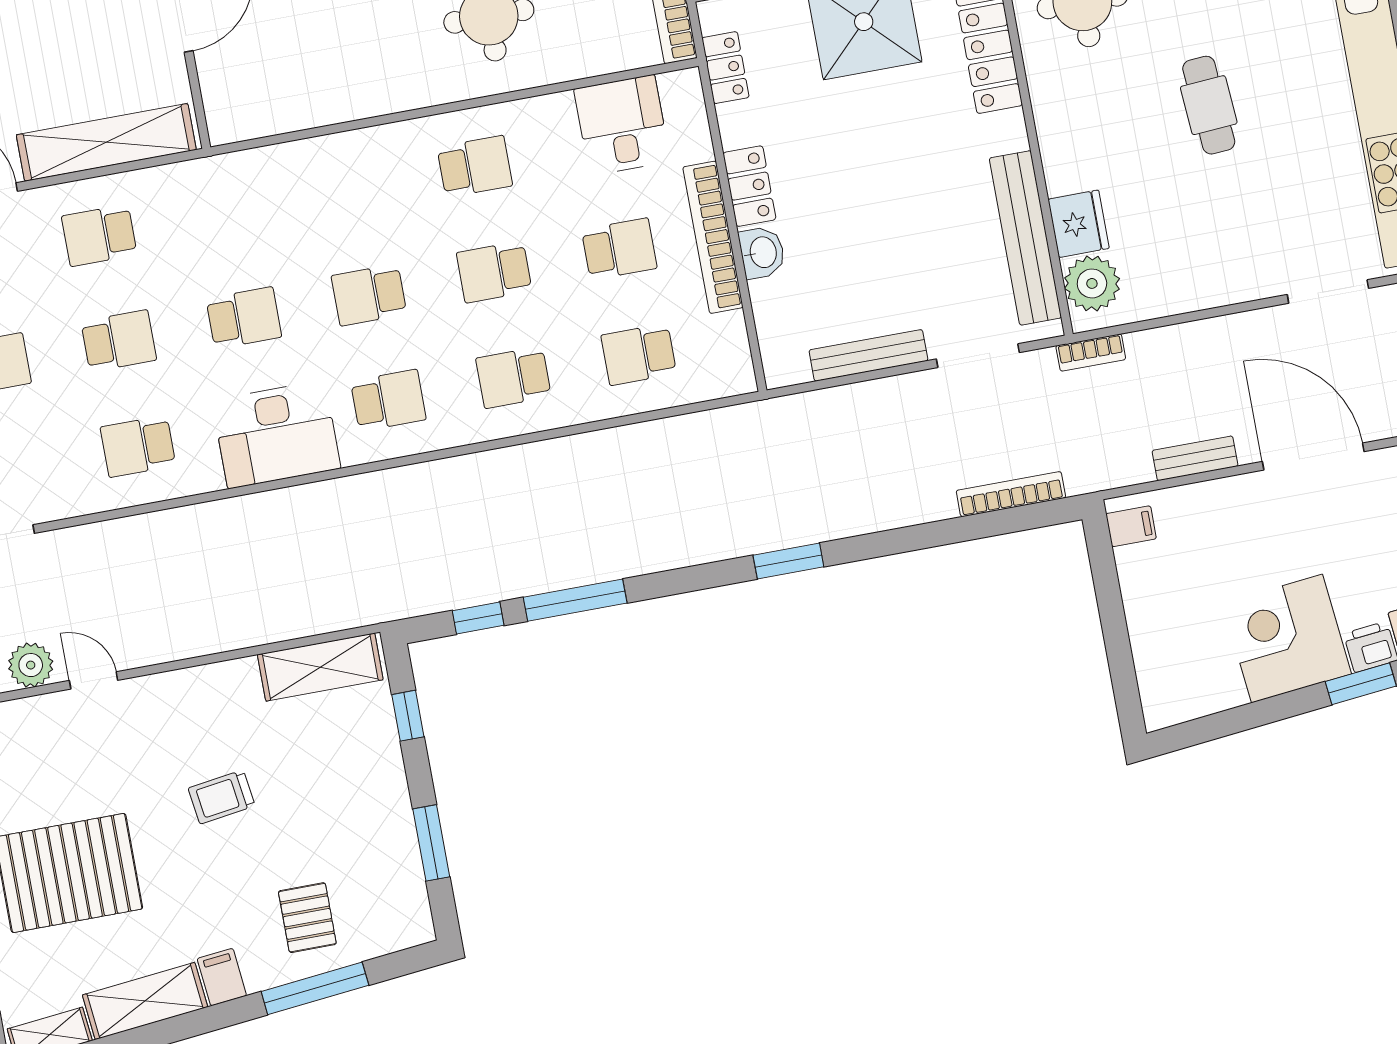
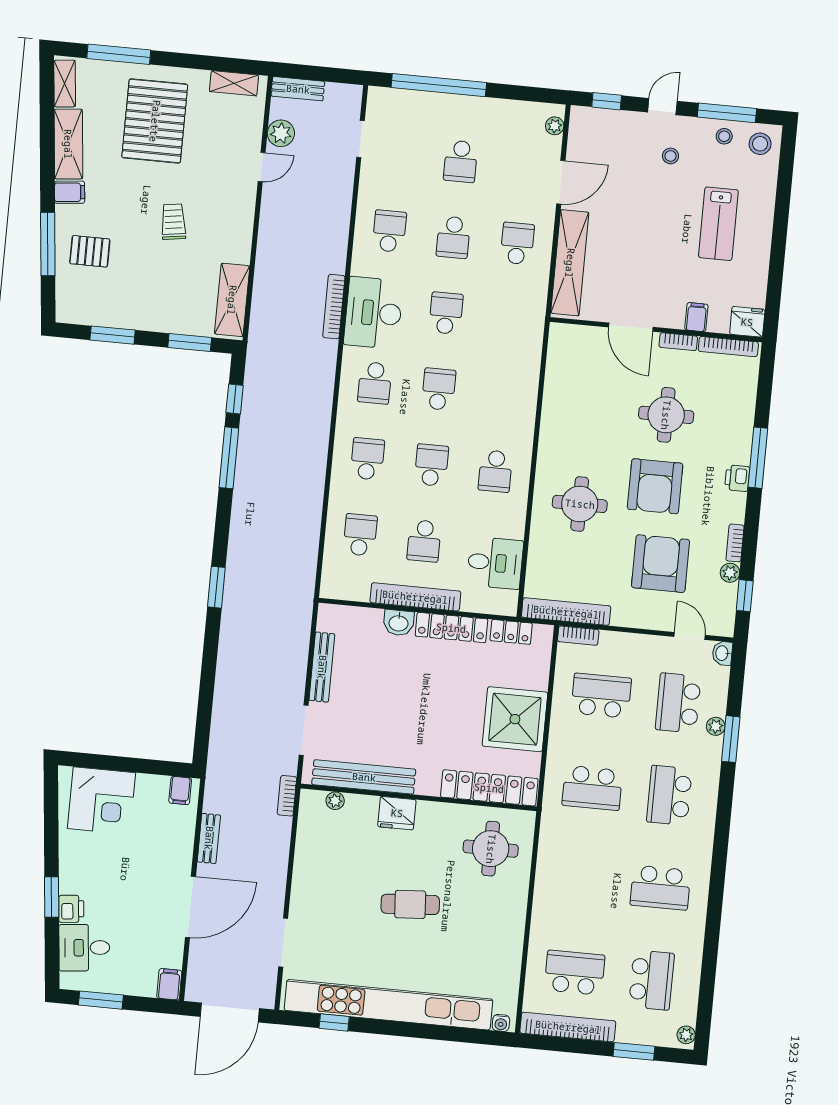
locker: (749, 186) -> (451, 628), width x1.53
fridge: (1079, 224) -> (397, 813), moved
plant: (1092, 283) -> (335, 801), width x0.53, depth x0.53
school desk: (244, 318) -> (446, 313), turned 180
bookcase: (1011, 494) -> (334, 307), moved, turned 180
corner desk: (1287, 639) -> (101, 801), moved, turned 96
window: (408, 716) -> (190, 342), width x1.50

